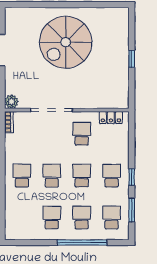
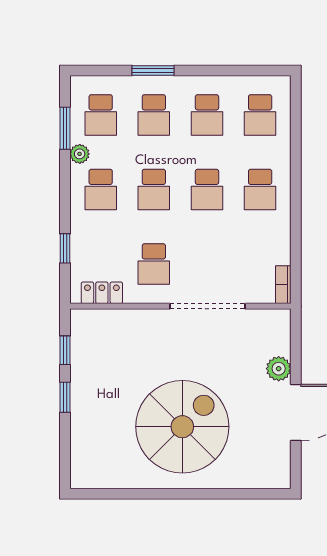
window: (132, 85) -> (65, 350), added
plant: (11, 102) -> (279, 369), moved
window: (132, 177) -> (65, 248), moved
plant: (123, 196) -> (80, 154), added
school desk: (22, 218) -> (260, 115), added
window: (82, 243) -> (153, 70), width x0.47

